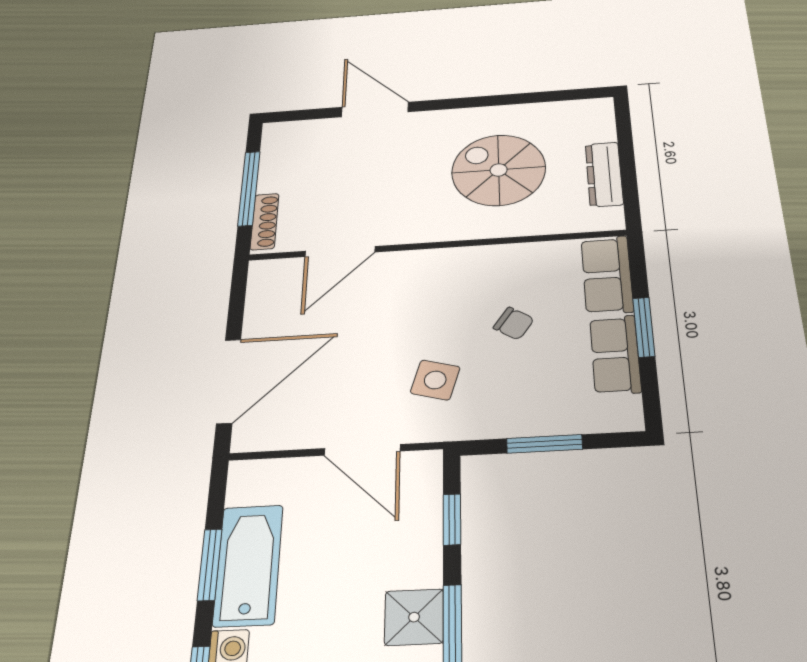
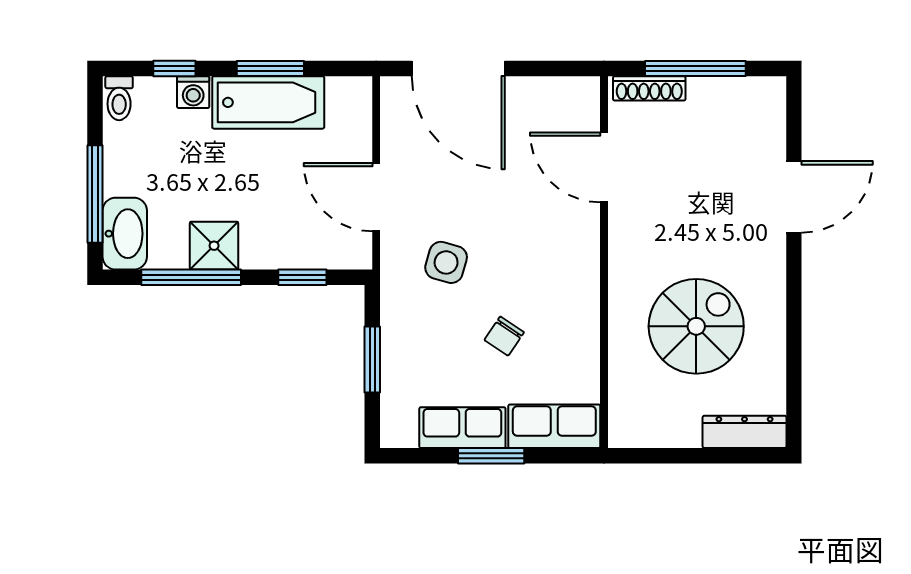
dresser: (604, 174) -> (745, 432), moved
door: (362, 450) -> (376, 197), hinge flipped

